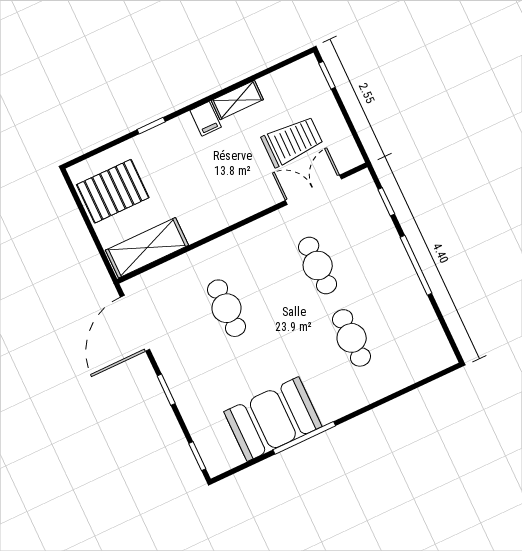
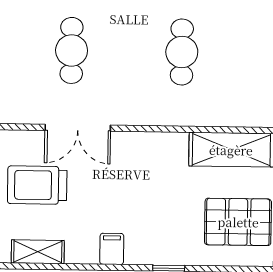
shelving: (237, 100) -> (38, 252), moved
double door: (313, 190) -> (78, 128), moved

